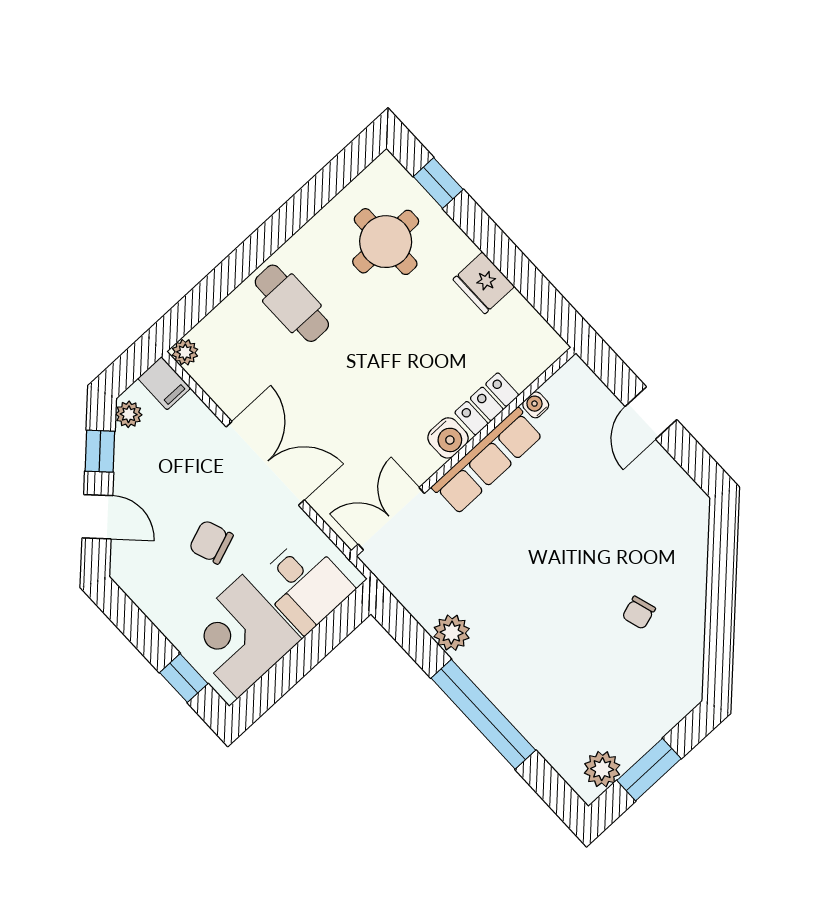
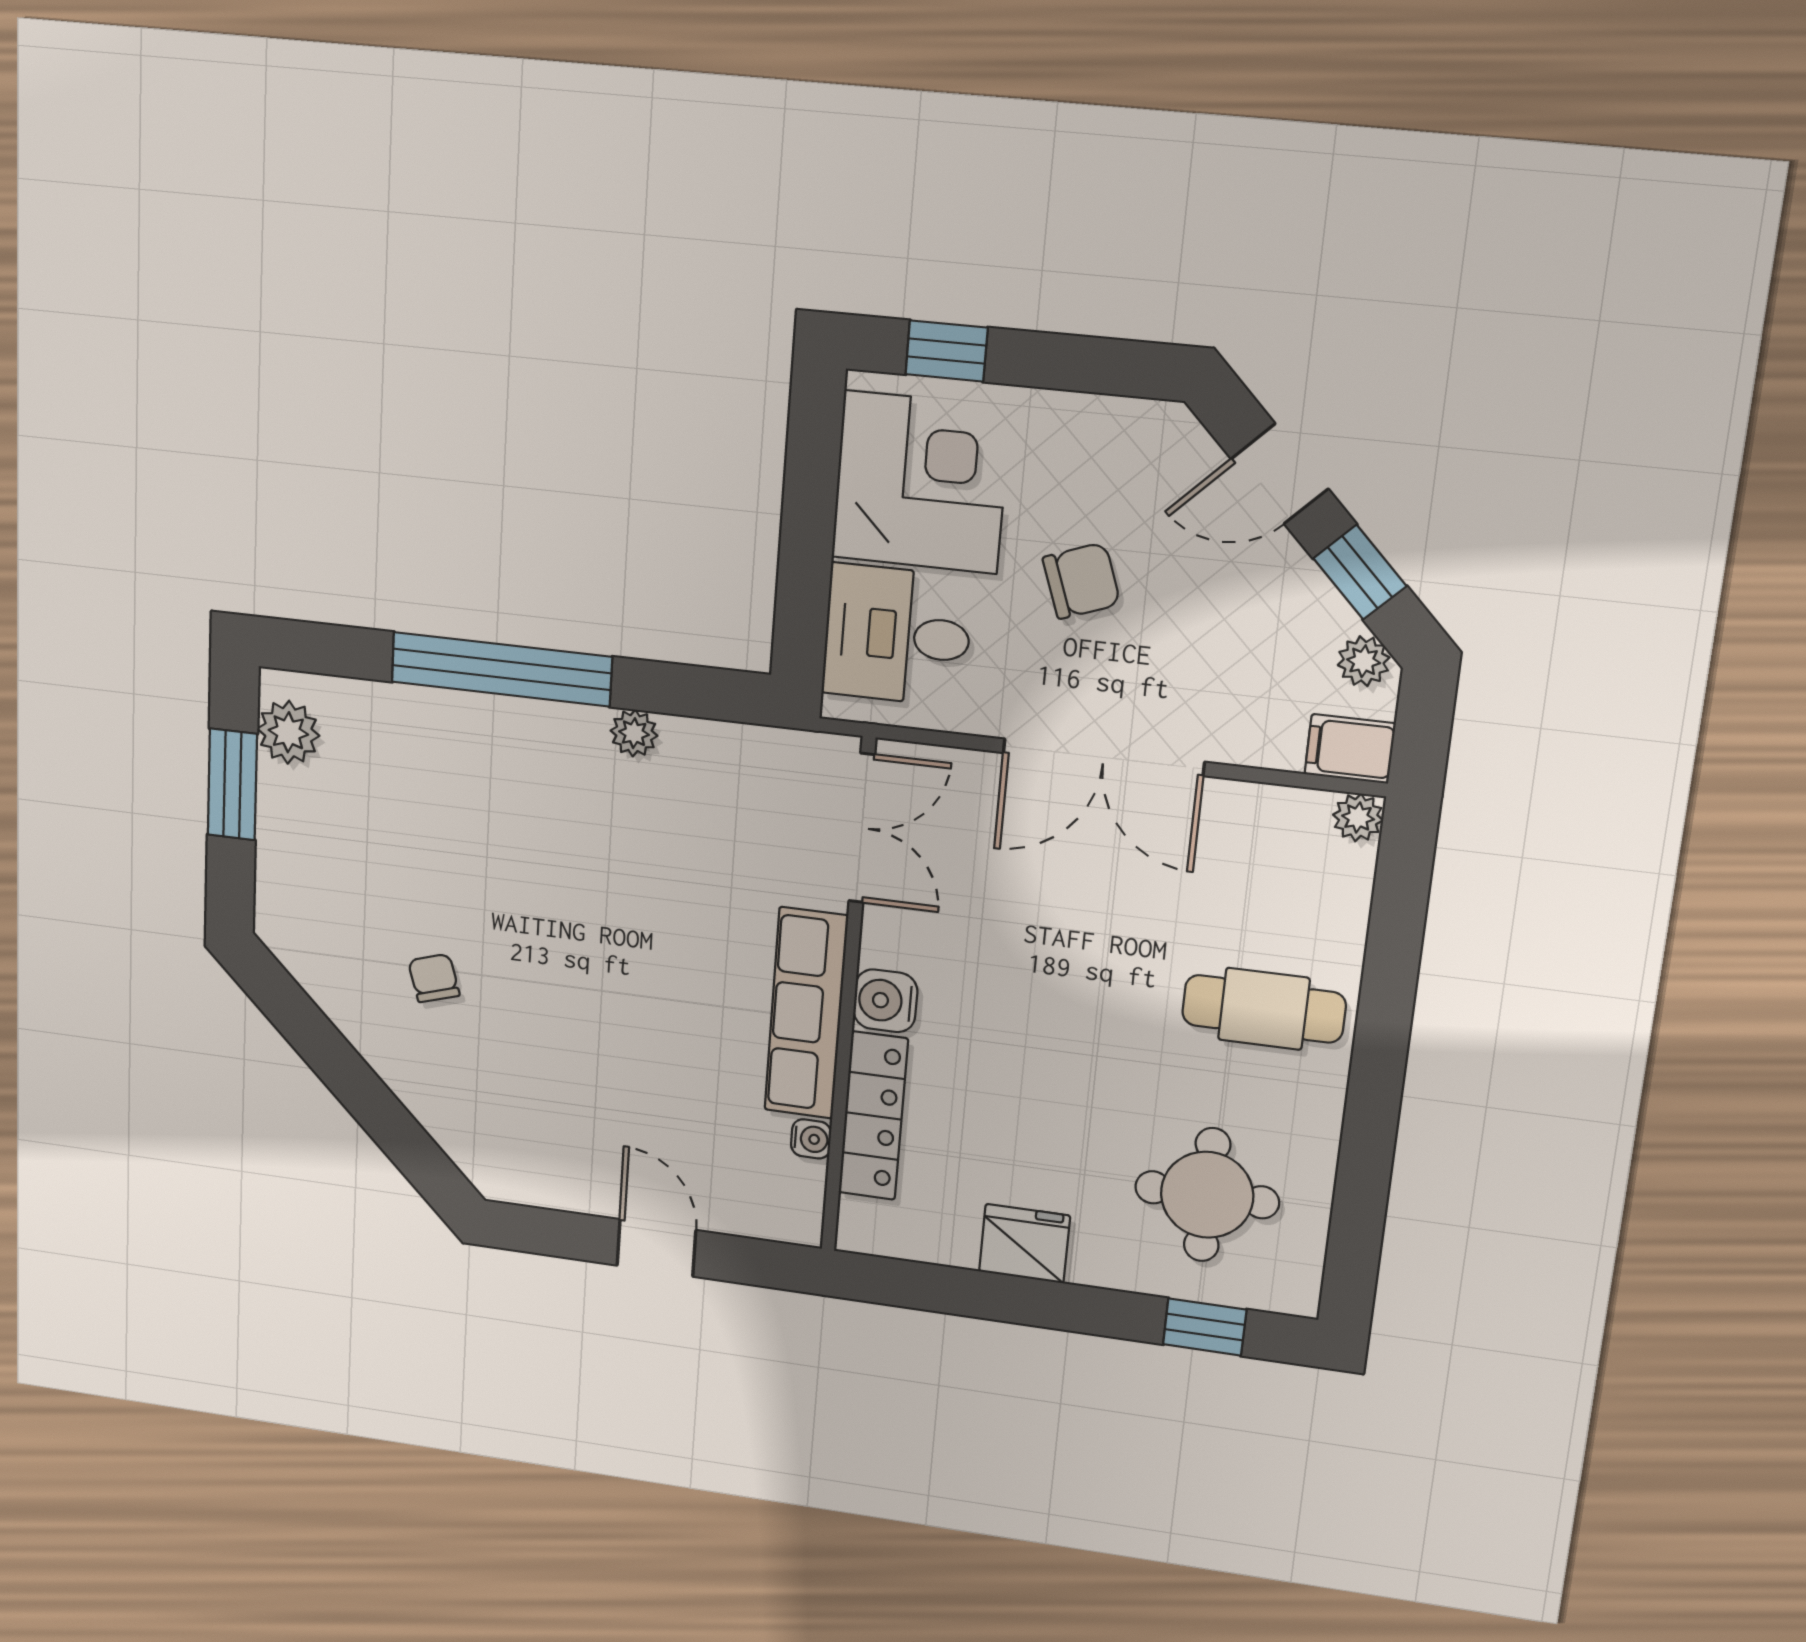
locker: (487, 404) -> (873, 1116), width x1.53
plant: (452, 633) -> (634, 733), width x0.73, depth x0.73

